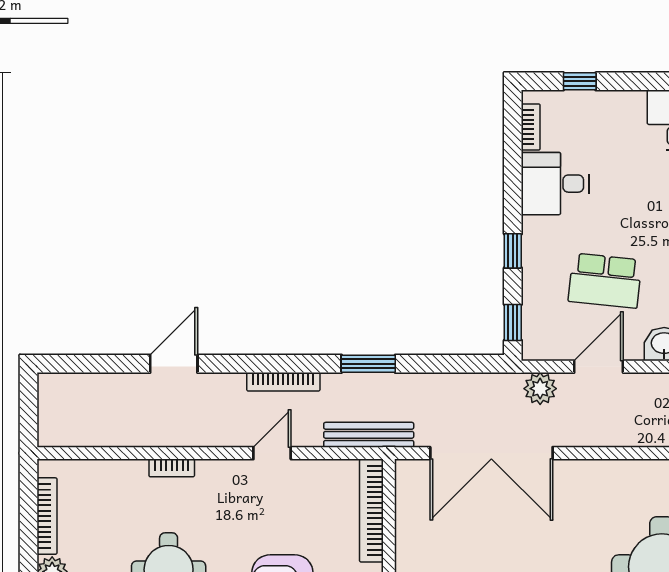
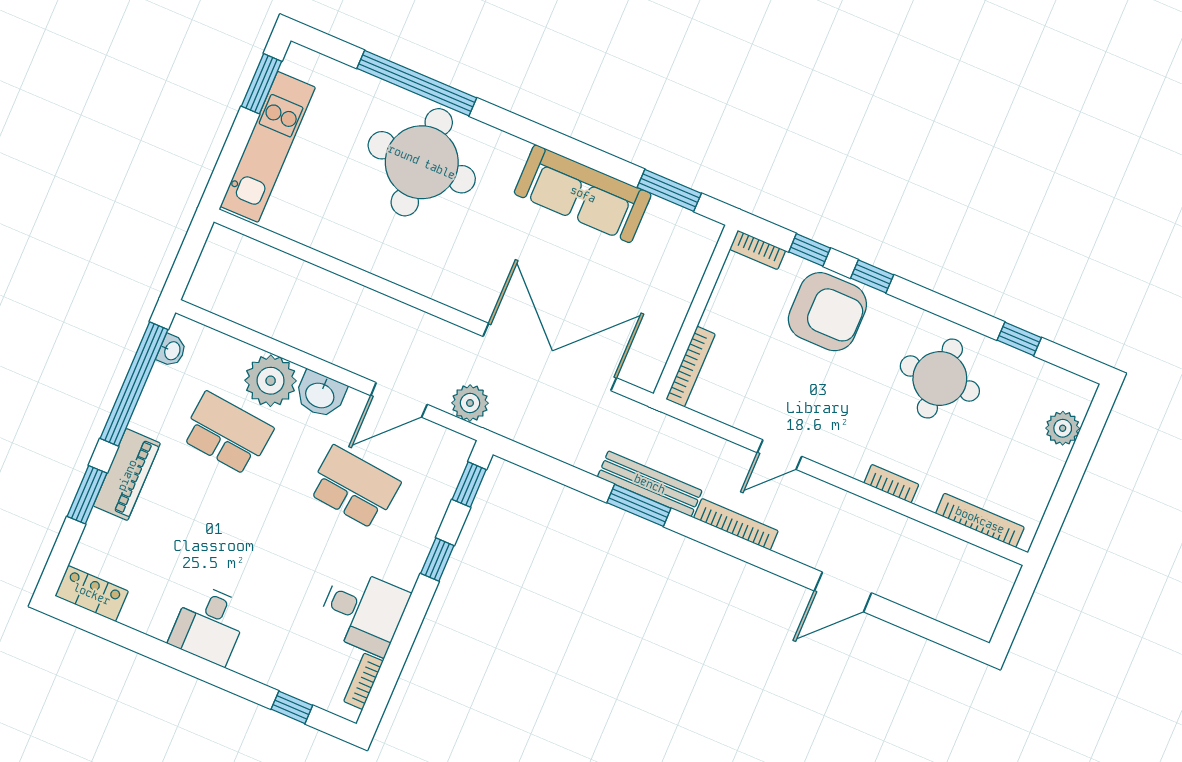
bench: (369, 435) -> (650, 484), moved
bookcase: (371, 511) -> (691, 367), width x0.68, depth x0.76
bookcase: (47, 516) -> (980, 520), moved, turned 90

